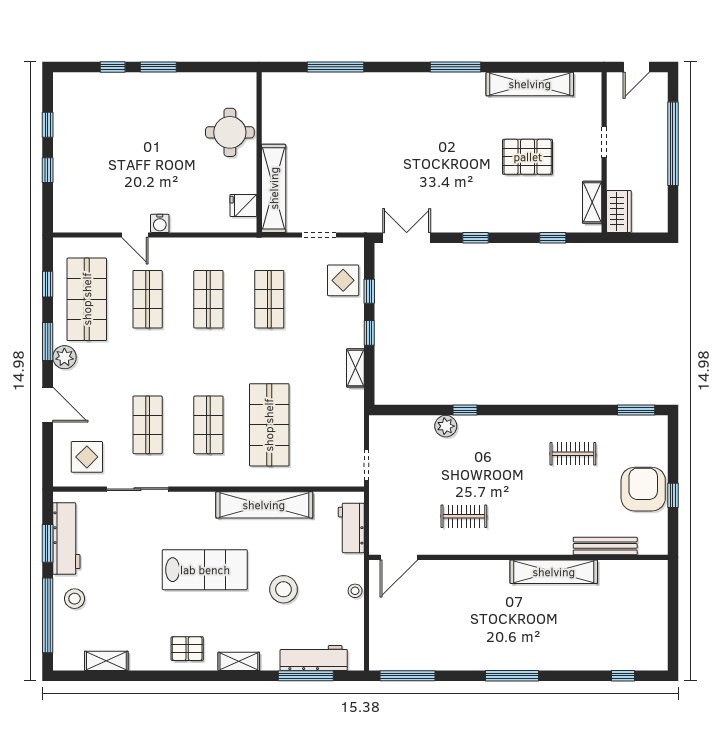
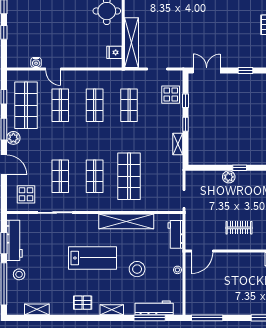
water cooler: (160, 223) -> (36, 62), moved

